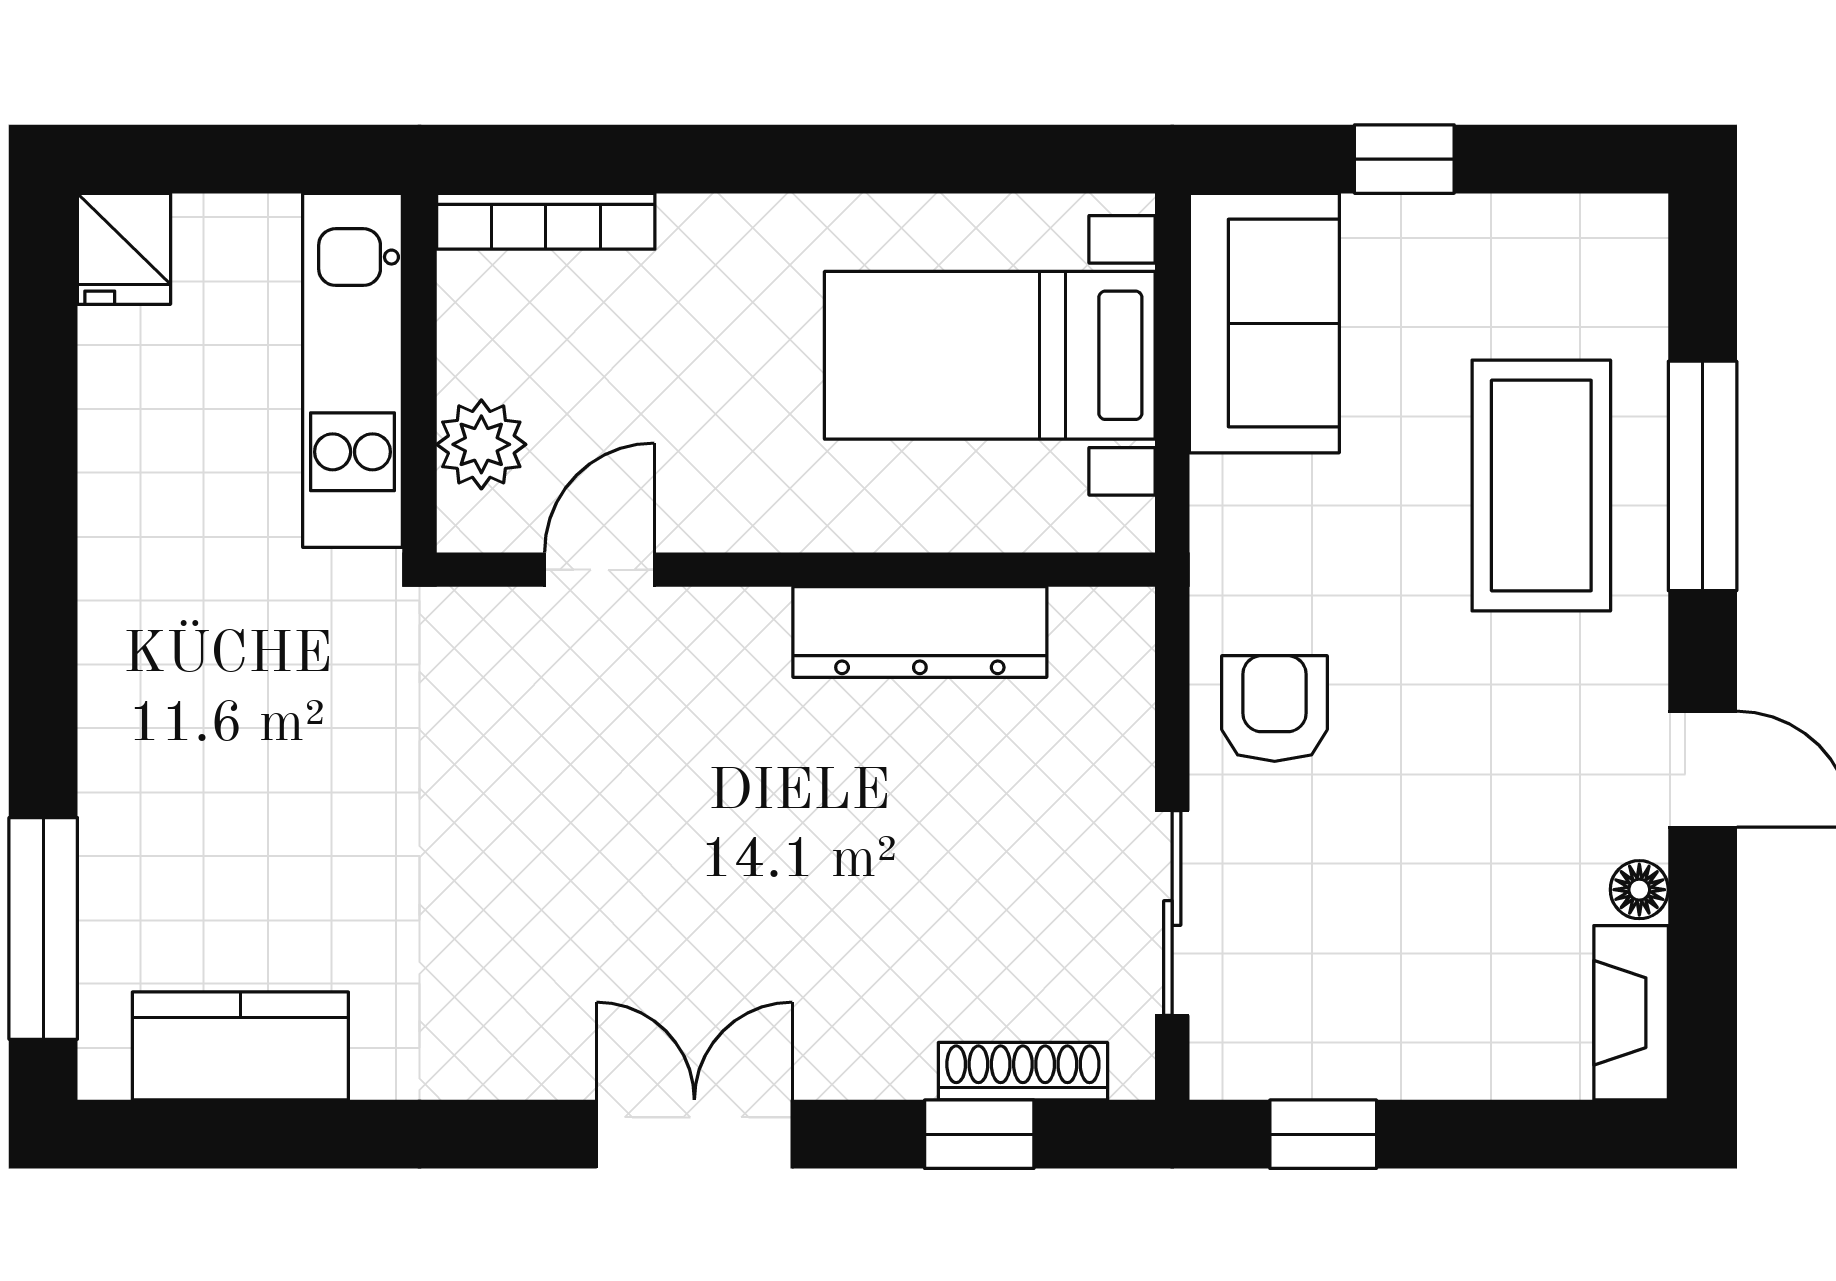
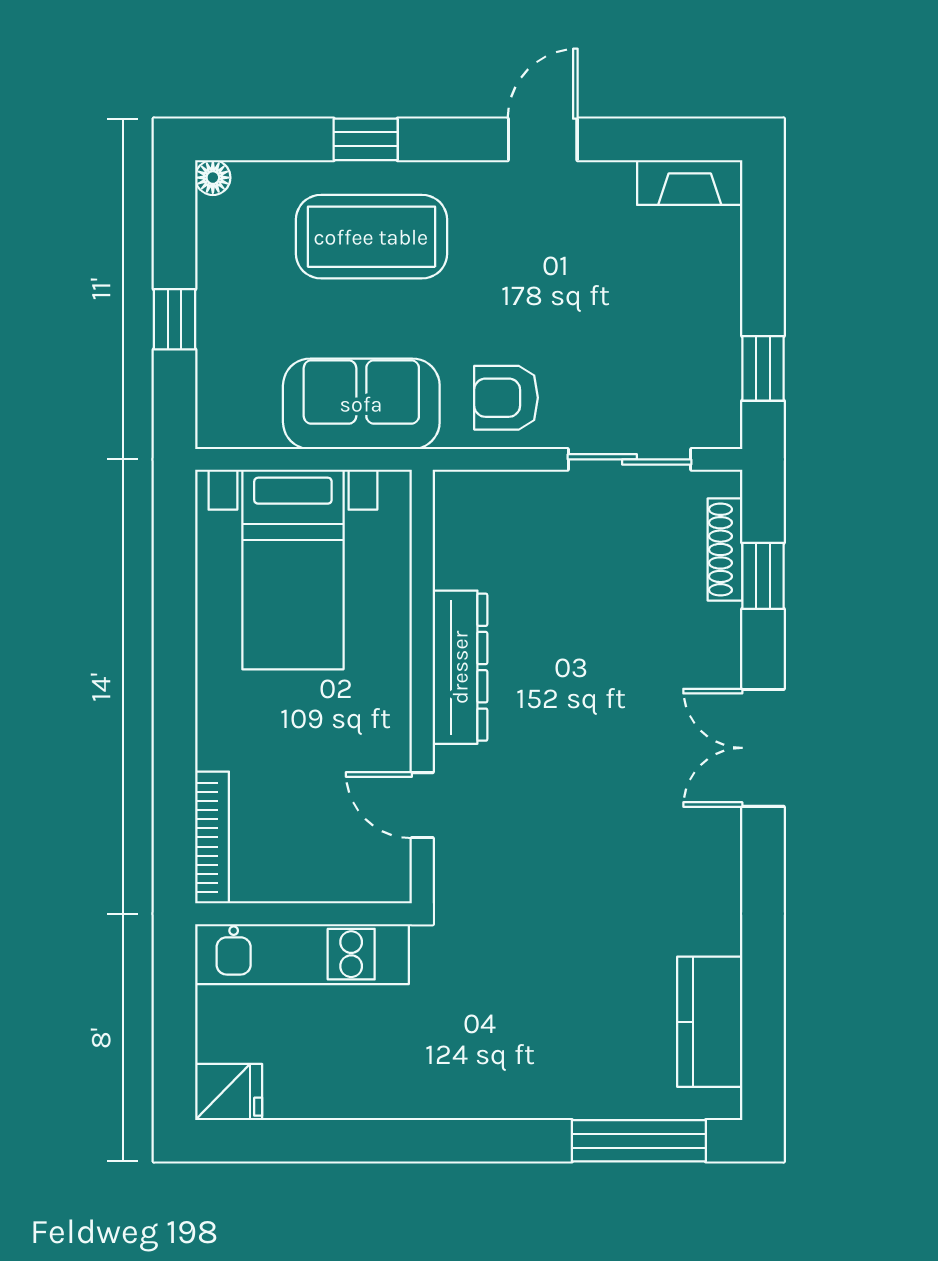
sofa: (1264, 323) -> (361, 404), moved
plant: (481, 444) -> (347, 876), removed
window: (1703, 476) -> (366, 139), width x0.46
dresser: (920, 632) -> (460, 667), moved
floor lamp: (1639, 890) -> (213, 178), moved

